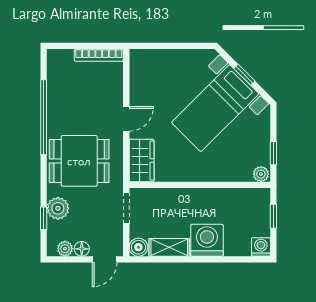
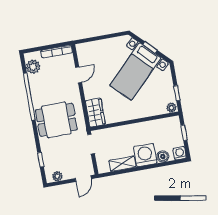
door: (126, 119) -> (79, 75), moved
plant: (58, 208) -> (33, 67), moved
boiler: (138, 247) -> (163, 156), moved
floor lamp: (82, 249) -> (68, 175), removed

